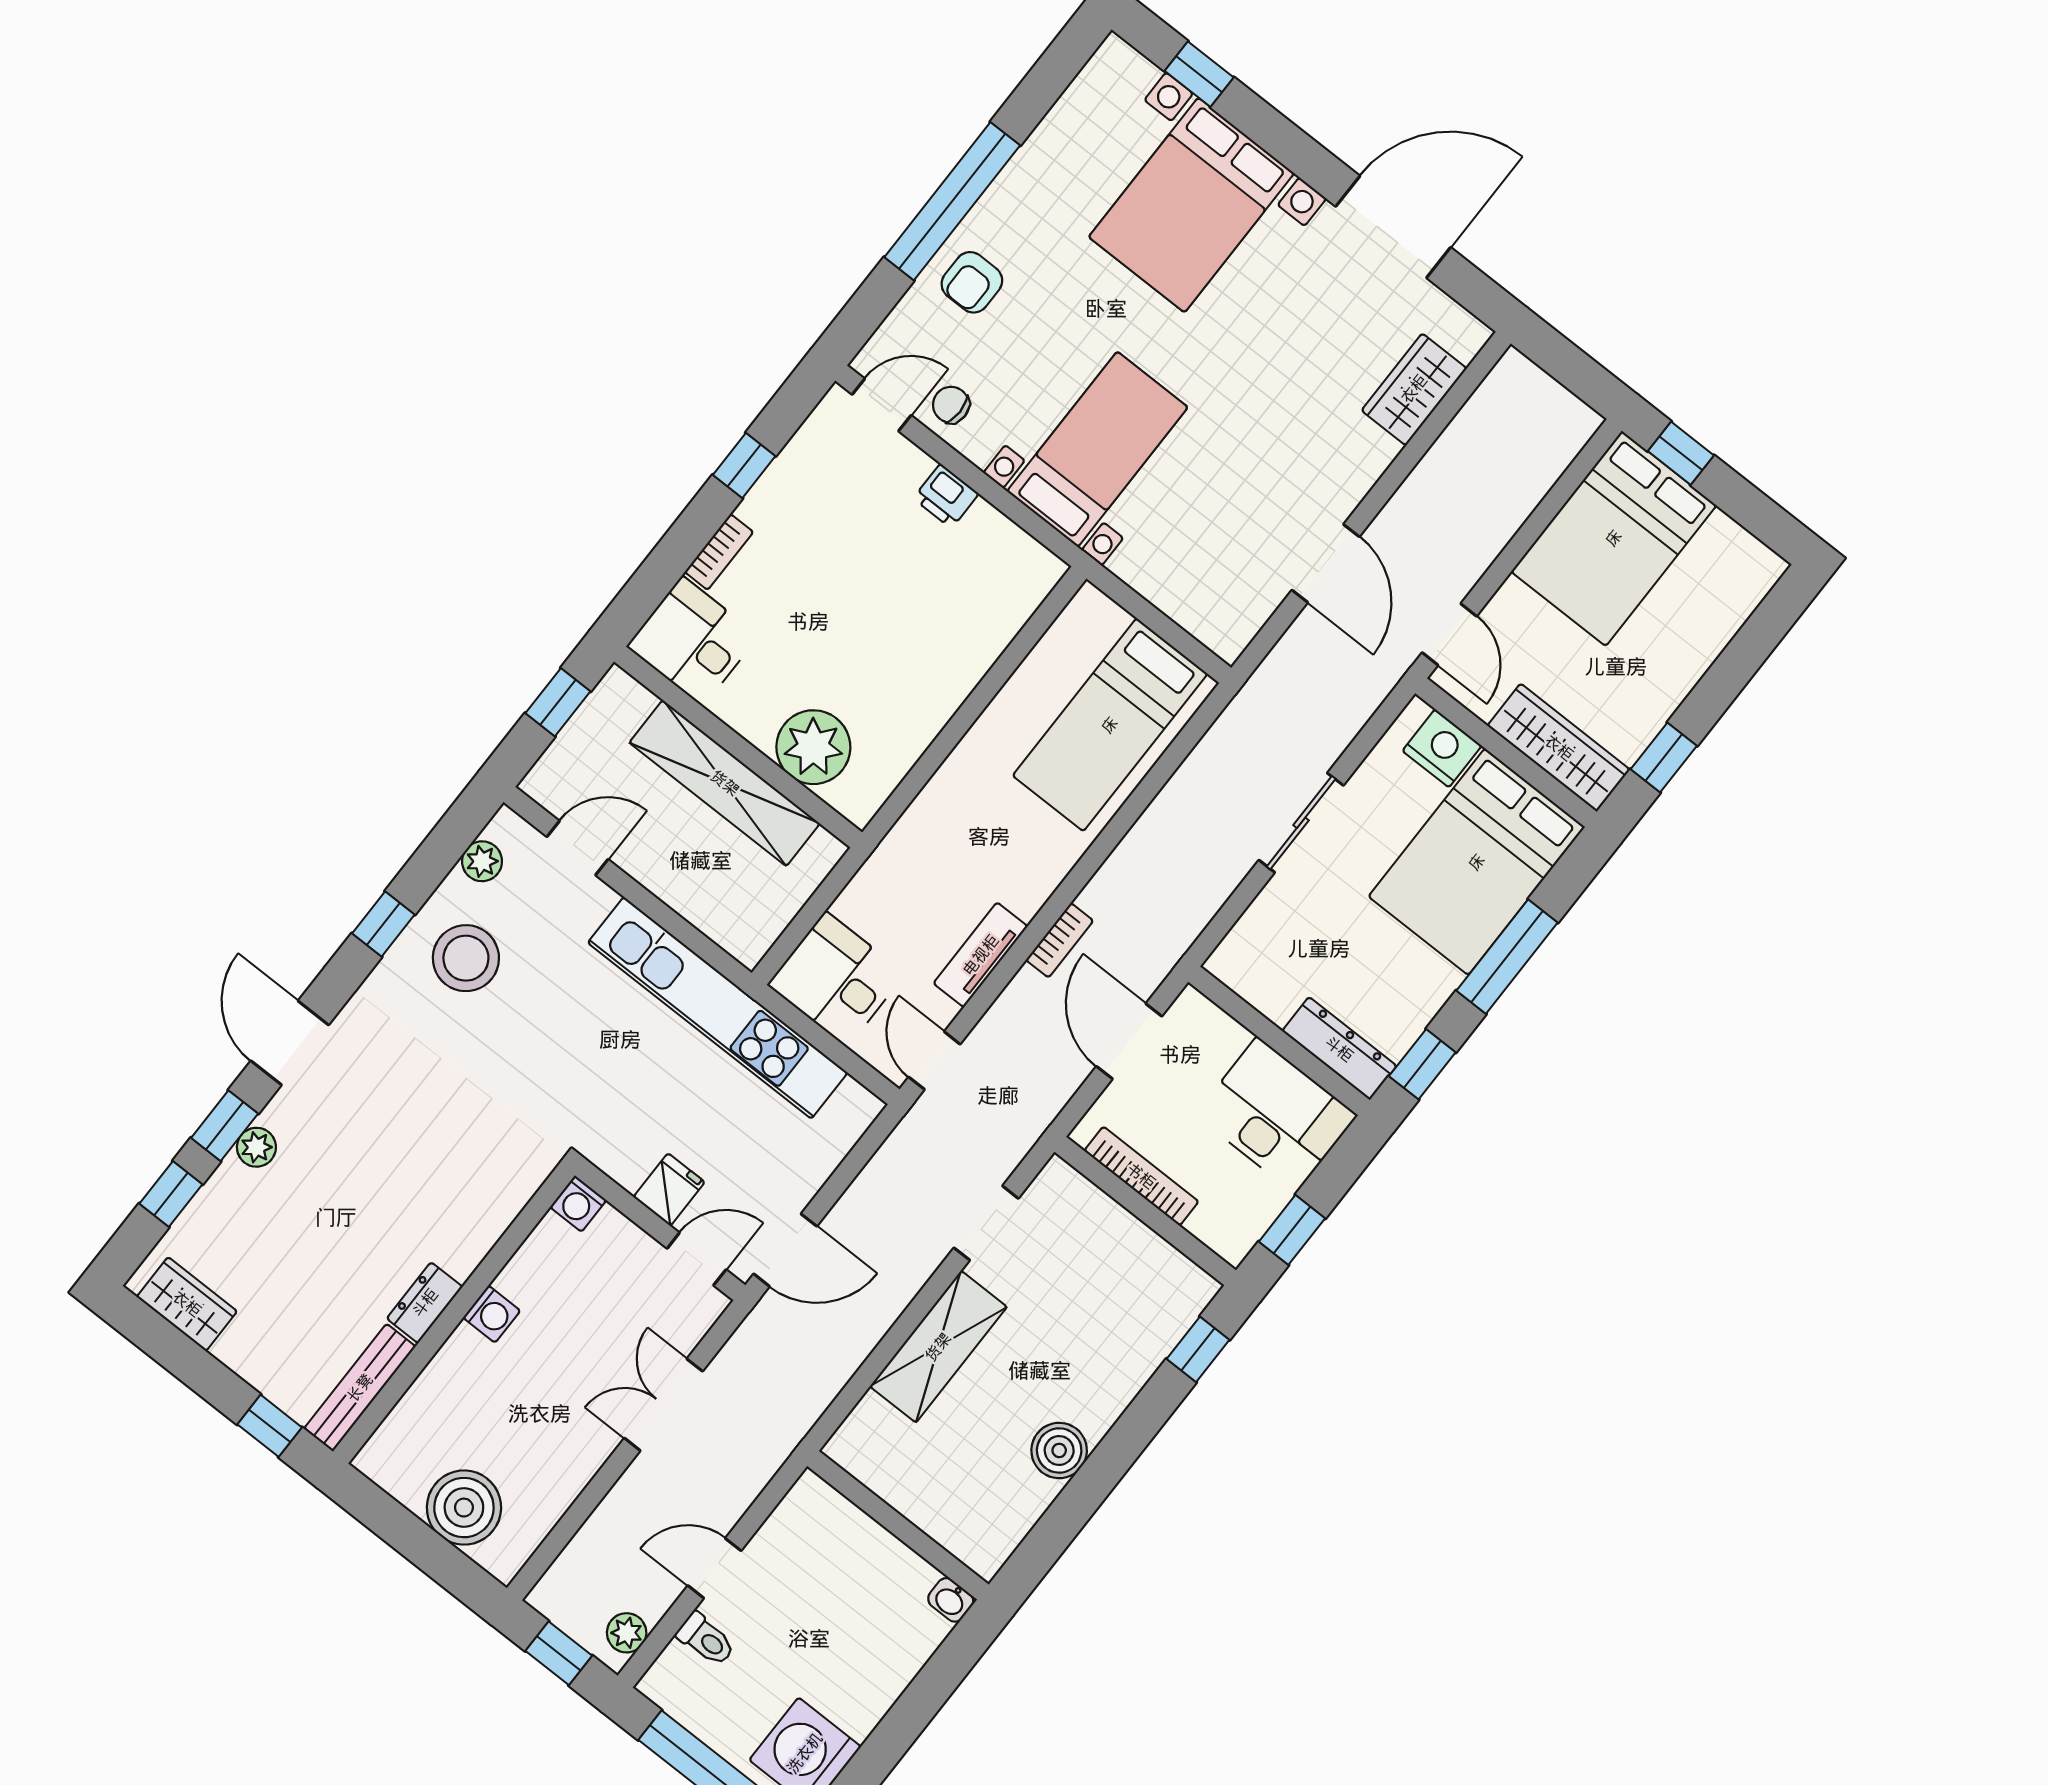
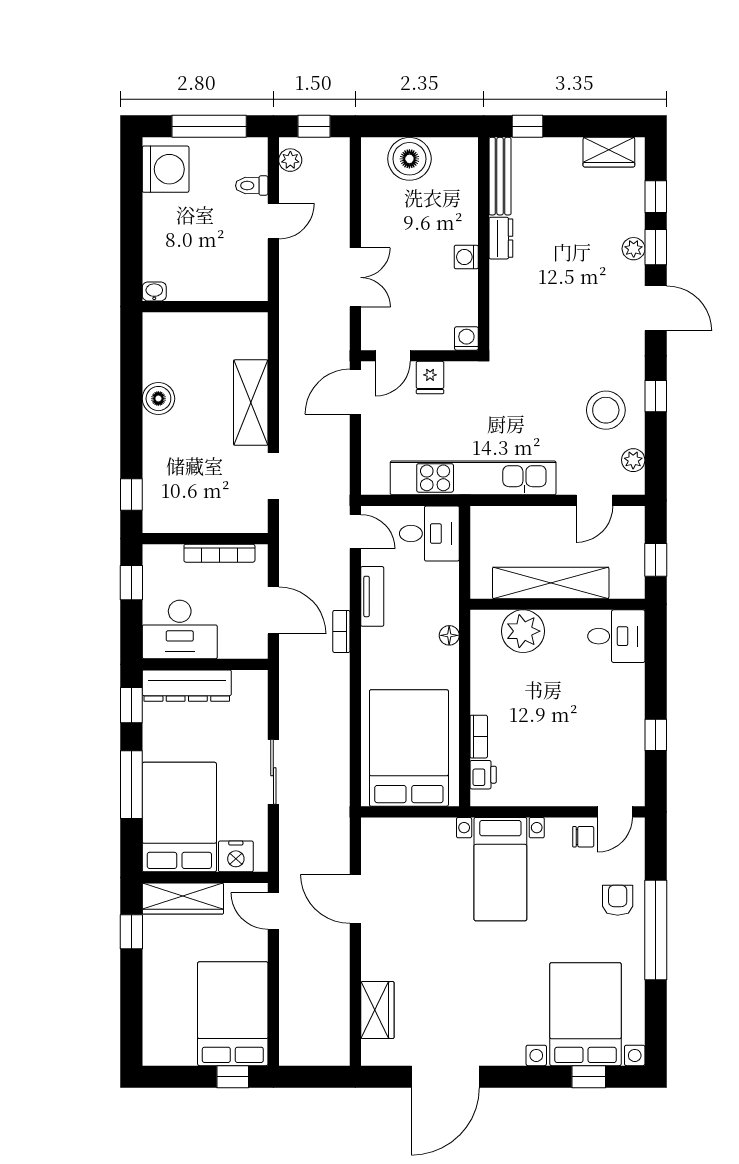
bed with nightstands: (1191, 205) -> (585, 1014), moved
printer: (946, 496) -> (483, 775), moved, turned 90
bookcase: (719, 552) -> (479, 737), moved, turned 180
bed: (1110, 725) -> (409, 748), width x1.50
floor lamp: (918, 820) -> (449, 635), added
dresser: (1339, 1049) -> (187, 686), width x1.37, depth x1.24

